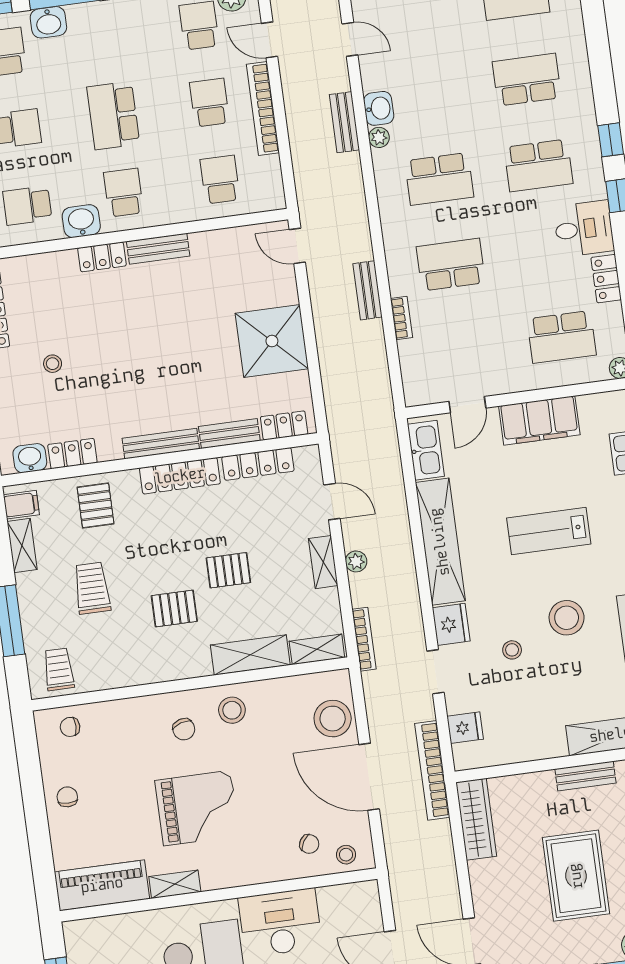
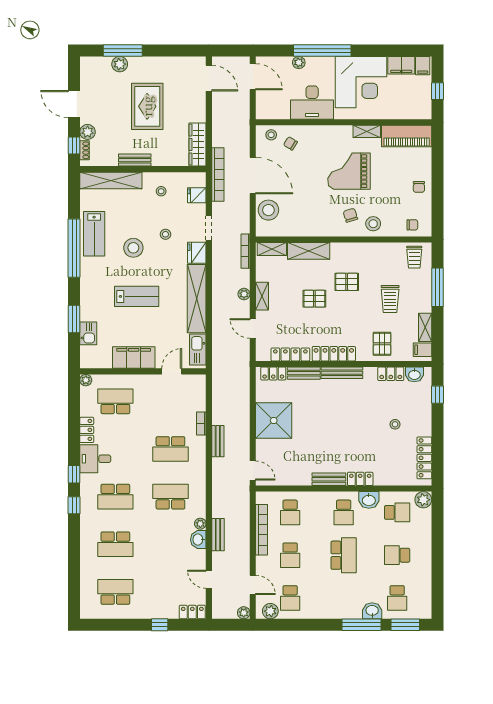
bookcase: (263, 108) -> (261, 530), moved
school desk: (538, 165) -> (115, 497), turned 180
stool: (232, 710) -> (373, 224), moved
stool: (530, 726) -> (161, 191), added

